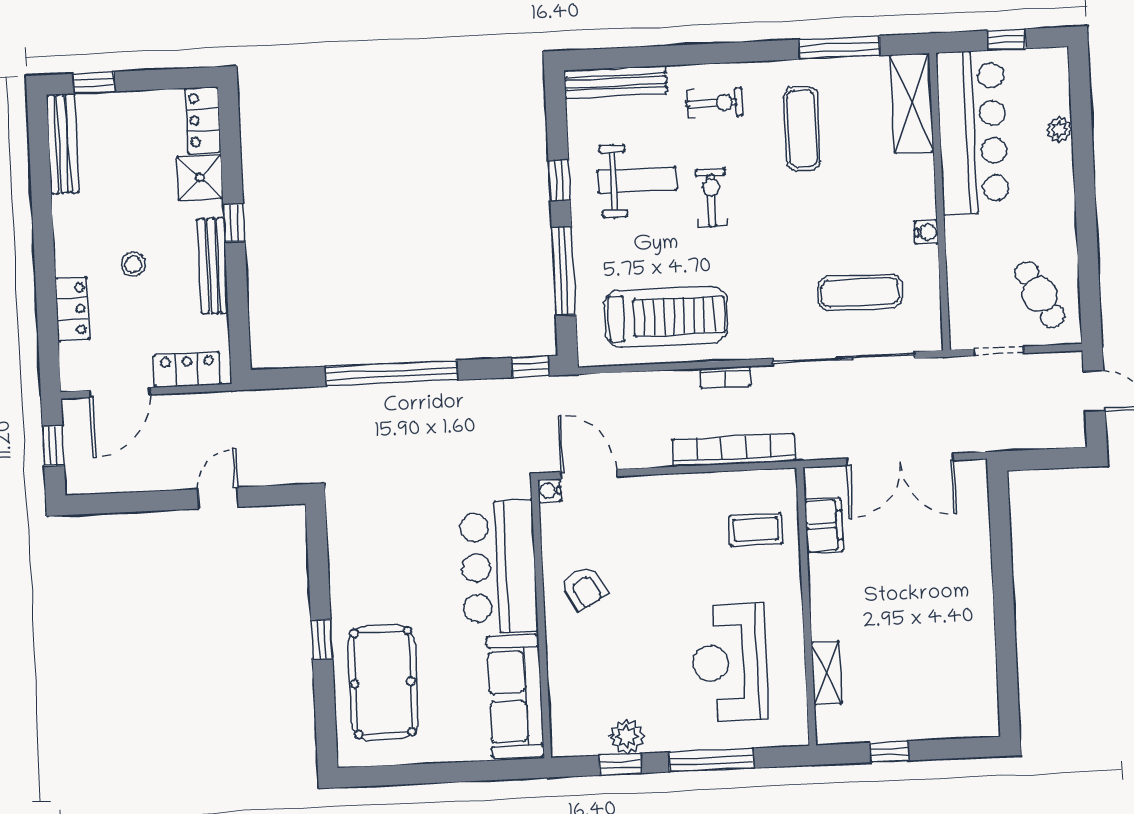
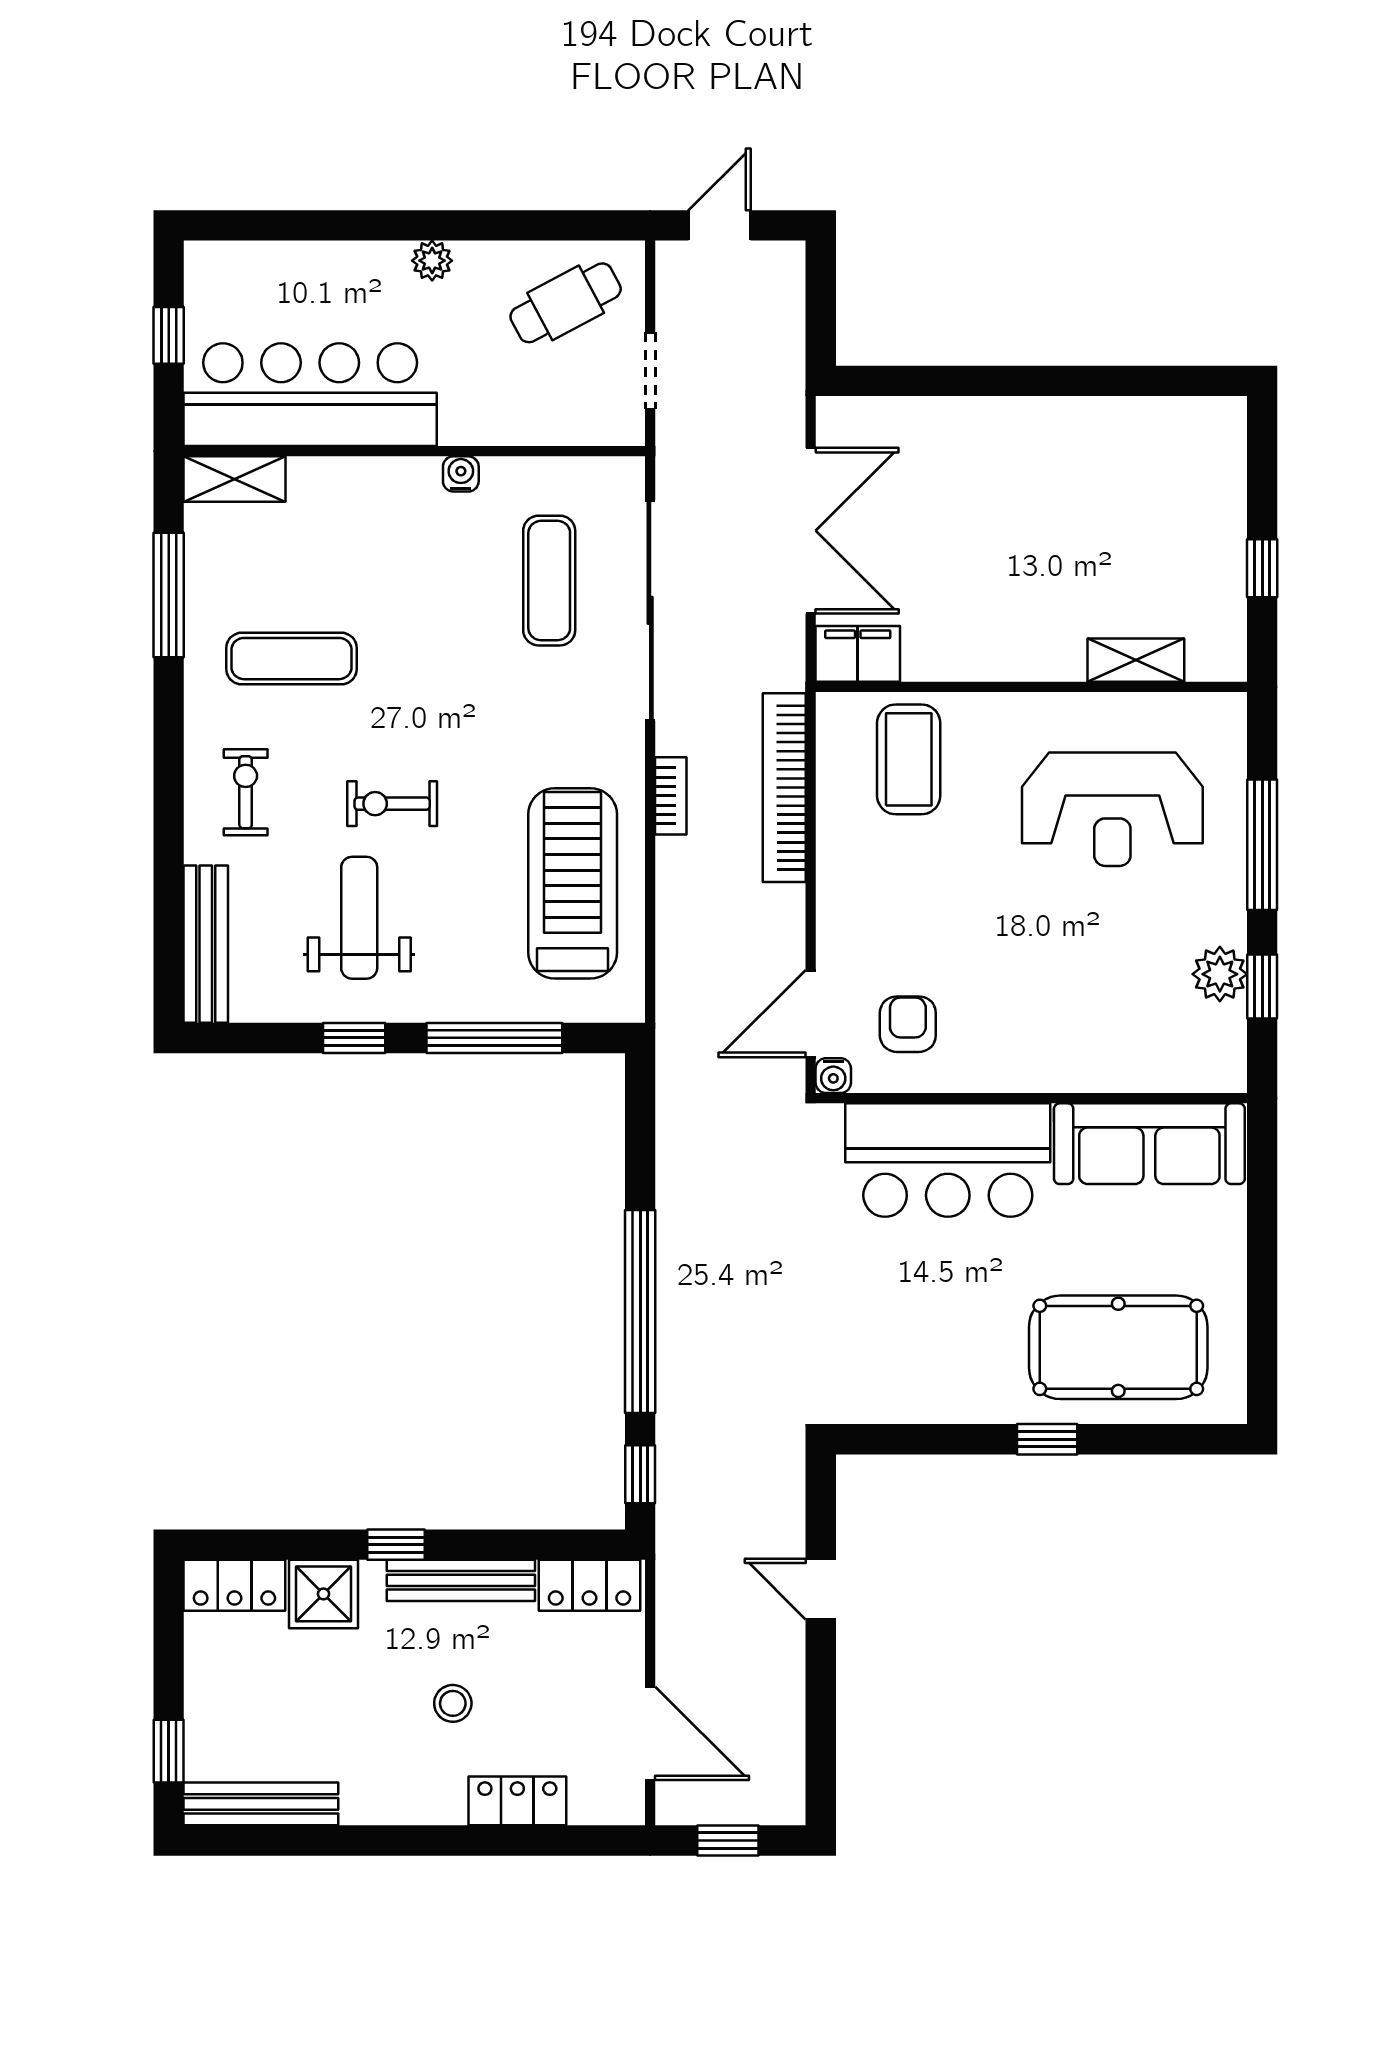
shelving: (912, 103) -> (235, 479), width x0.67, depth x0.75
plant: (1059, 130) -> (432, 261), moved
window: (530, 367) -> (640, 1474), moved
locker: (187, 370) -> (589, 1585), moved, turned -90
filing cabinet: (824, 526) -> (858, 654), moved
coffee table: (756, 530) -> (909, 759), width x1.36, depth x1.30
armchair: (584, 588) -> (908, 1024), moved, turned -60

